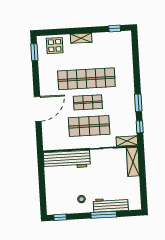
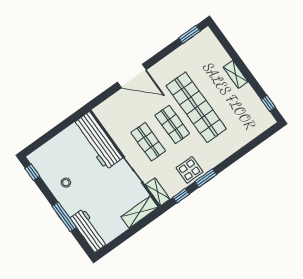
display table: (55, 46) -> (190, 170), moved
shop shelf: (89, 126) -> (148, 142), width x0.70, depth x0.74
workbench: (111, 205) -> (89, 230), moved

